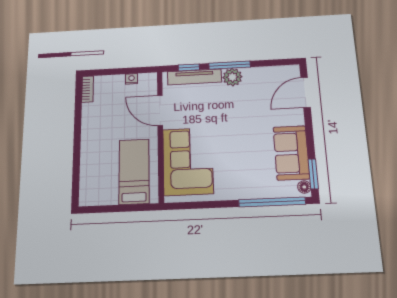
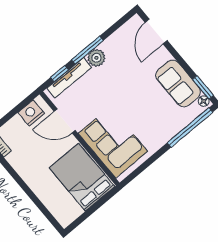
nightstand: (132, 79) -> (31, 113), width x1.89, depth x1.79
bed: (134, 171) -> (82, 177), width x1.50

